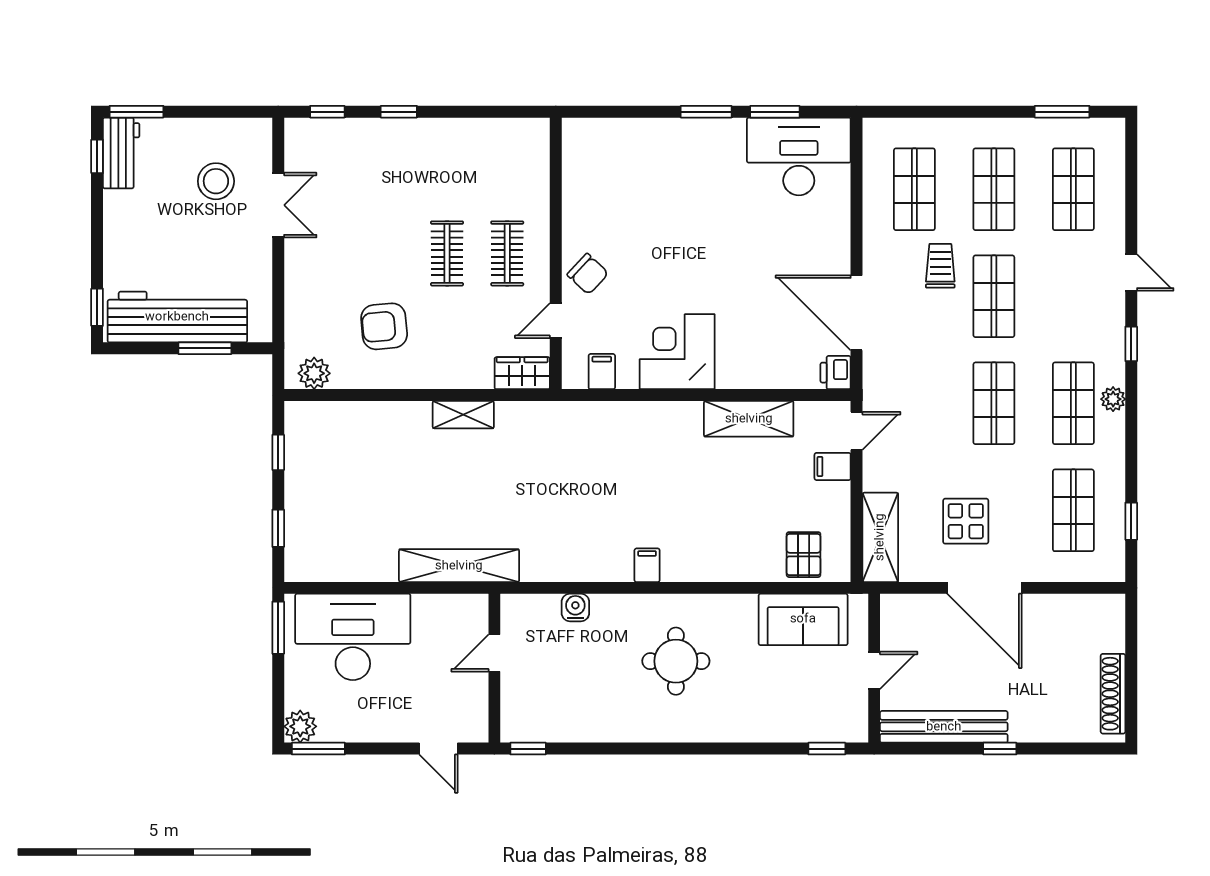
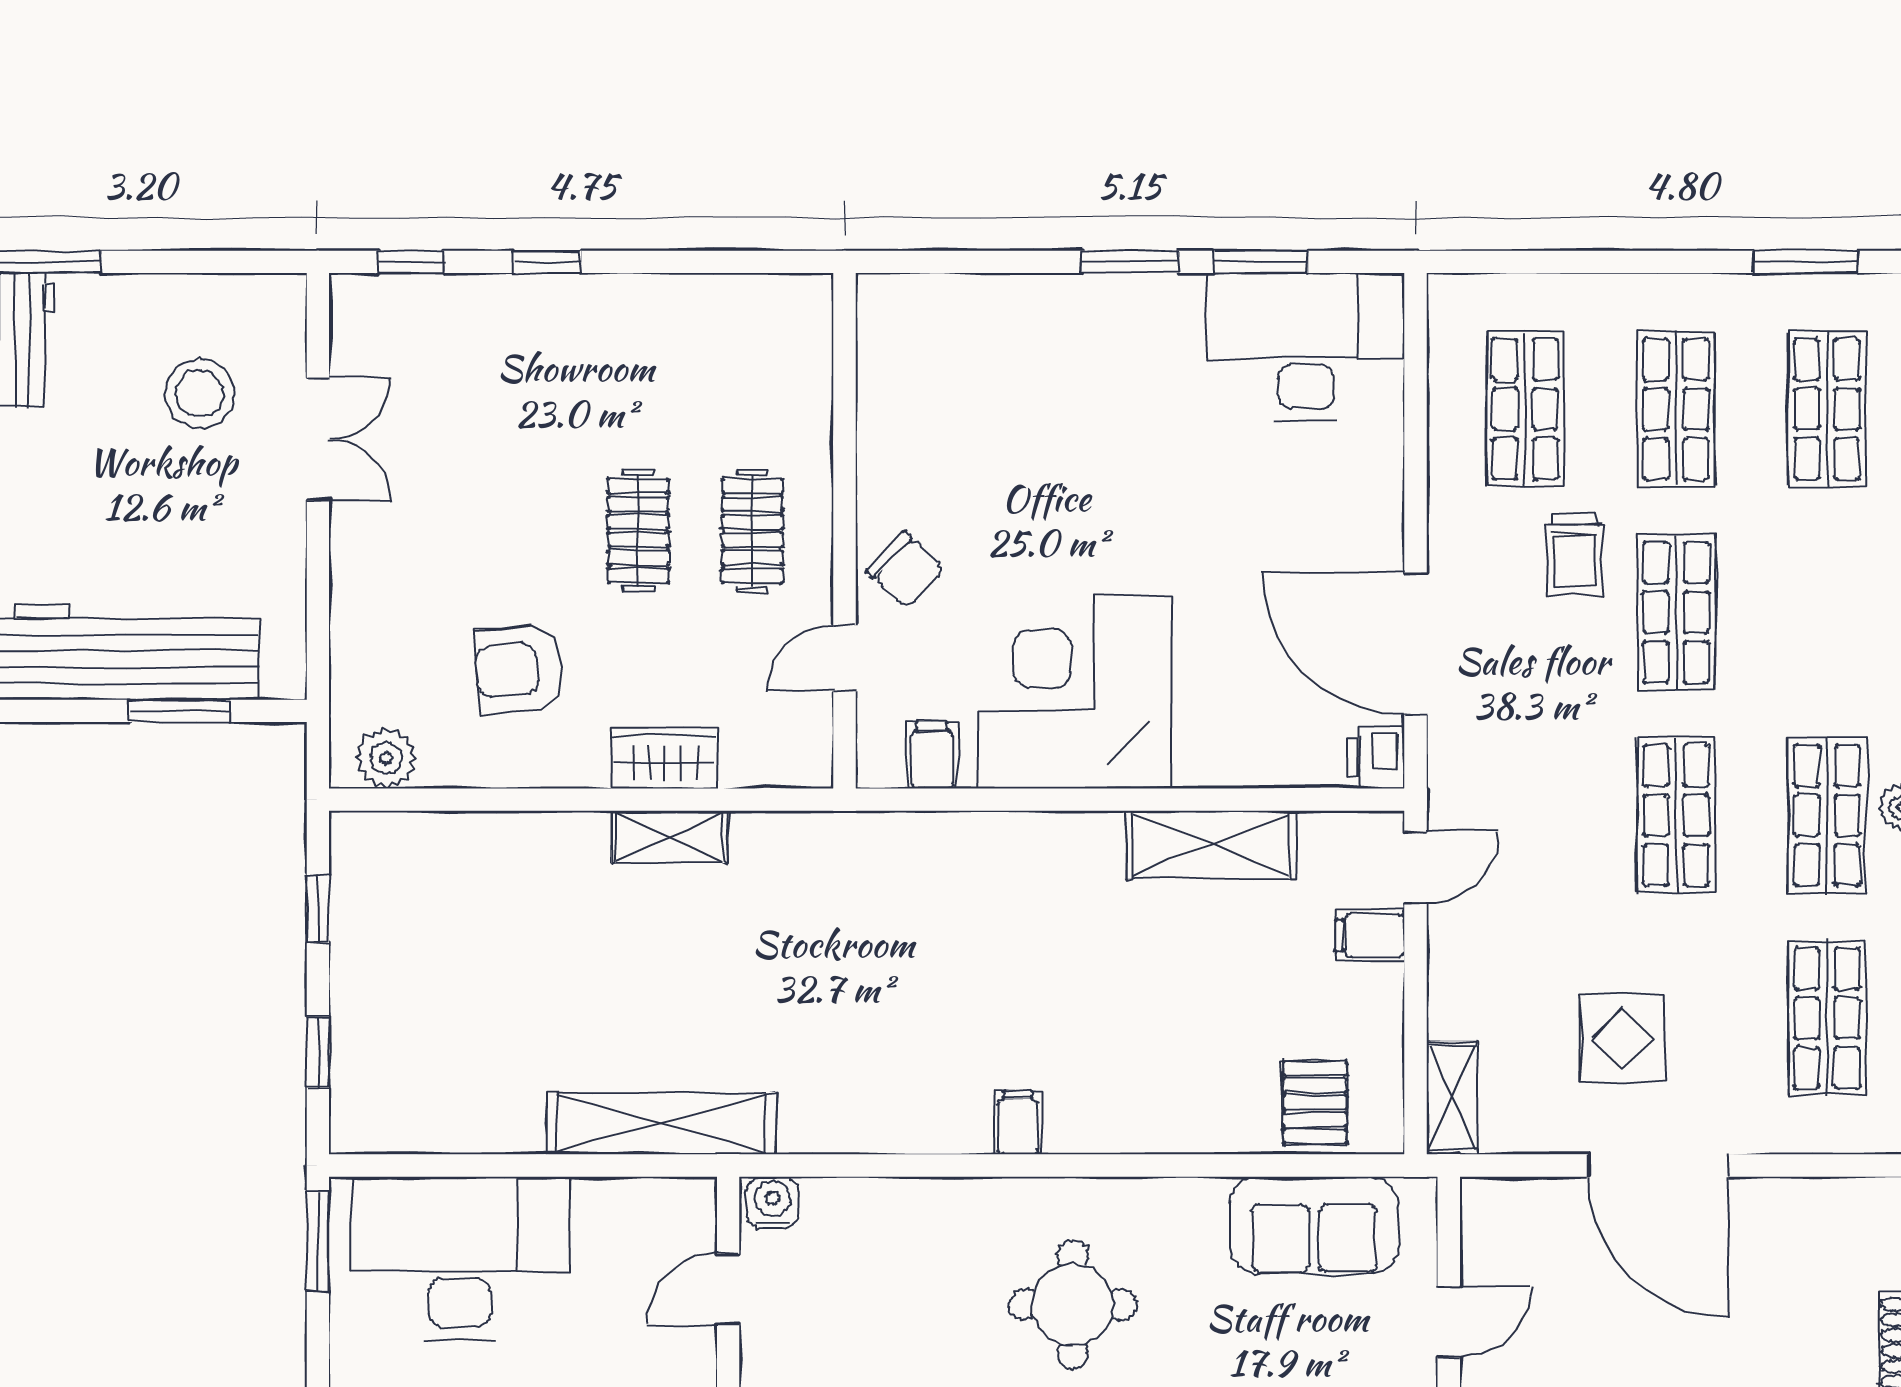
trolley: (940, 266) -> (1574, 554), turned 180
corner desk: (677, 352) -> (1075, 692), width x1.36, depth x1.36
wardrobe: (522, 373) -> (665, 758), moved
shelving: (880, 537) -> (1452, 1098), width x0.67, depth x0.75
water cooler: (575, 607) -> (773, 1203), moved

